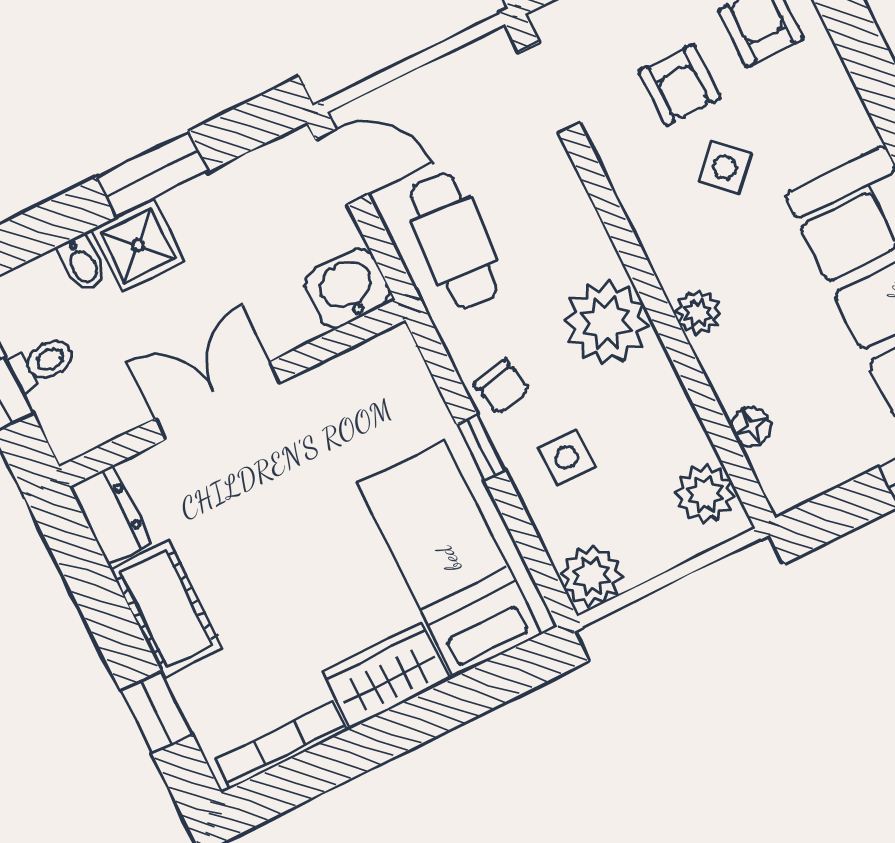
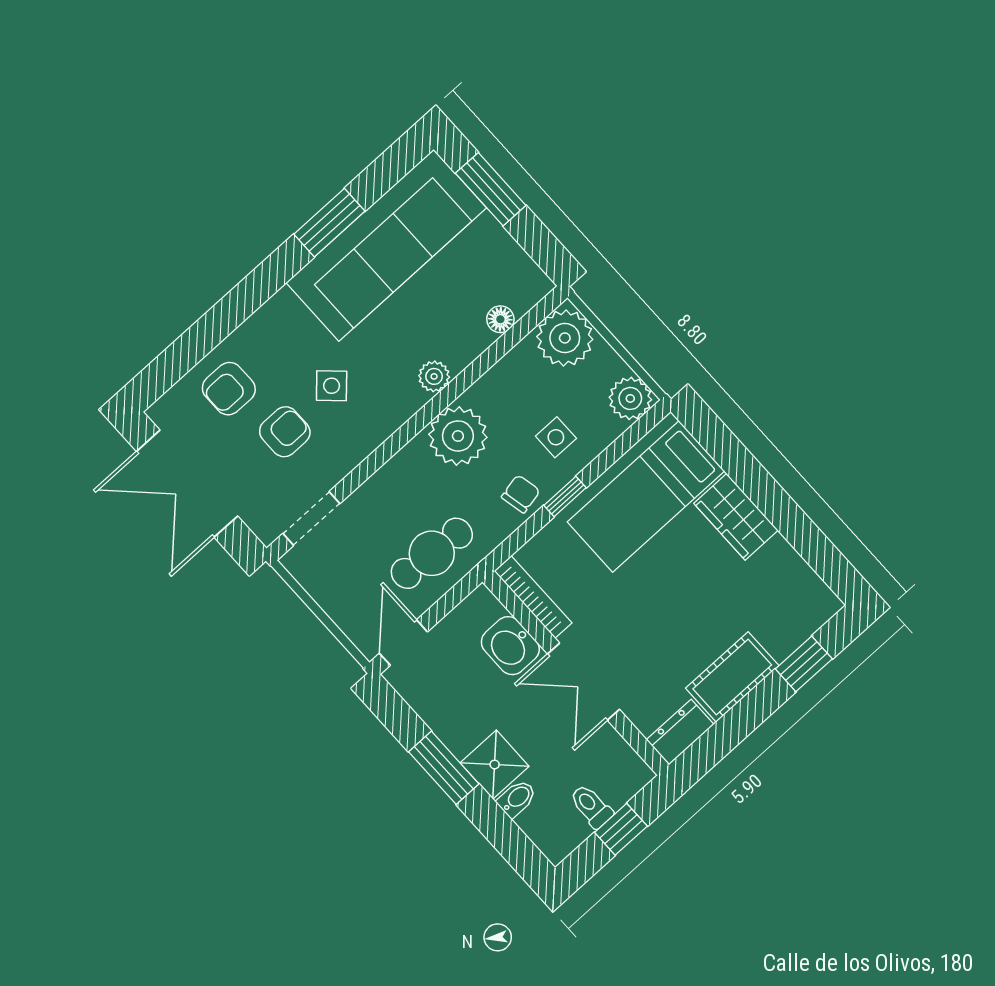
washbasin: (347, 288) -> (510, 646), moved
plant: (705, 494) -> (565, 338), width x1.36, depth x1.36
bookcase: (281, 745) -> (533, 597), moved, turned 180

